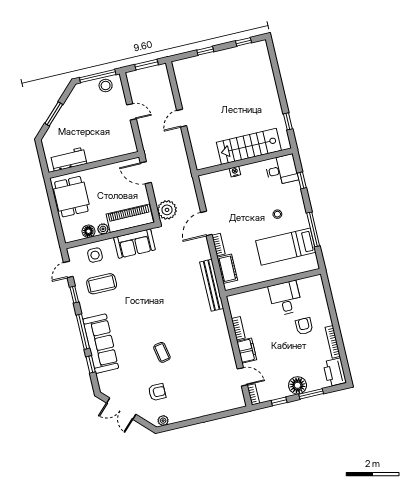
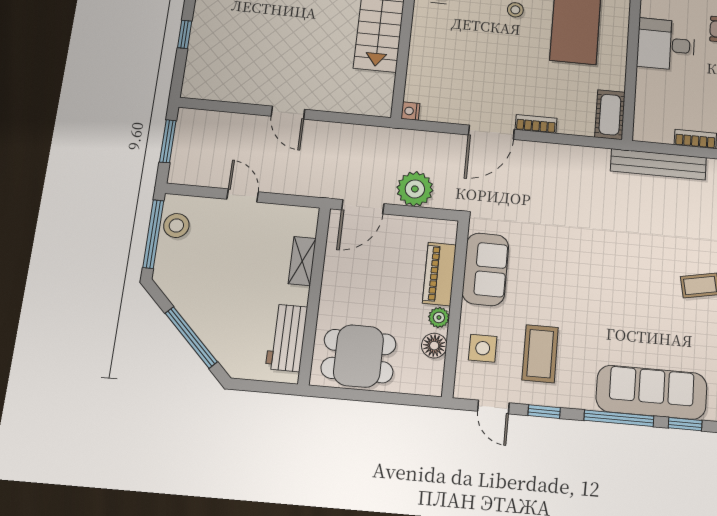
door: (131, 112) -> (243, 195), hinge flipped
window: (54, 114) -> (191, 337), width x1.44
shelving: (109, 153) -> (302, 261), added
nightstand: (235, 172) -> (410, 111), moved
plant: (167, 210) -> (415, 189), moved
piano: (130, 218) -> (439, 274), width x0.73, depth x0.75
door: (206, 223) -> (491, 132), hinge flipped
cot: (227, 269) -> (610, 115), moved, turned 90
bench: (212, 285) -> (658, 164), moved

